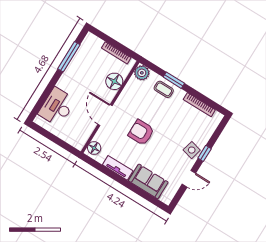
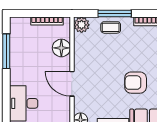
window: (174, 80) -> (115, 13), width x1.44
armchair: (141, 132) -> (136, 83), moved

